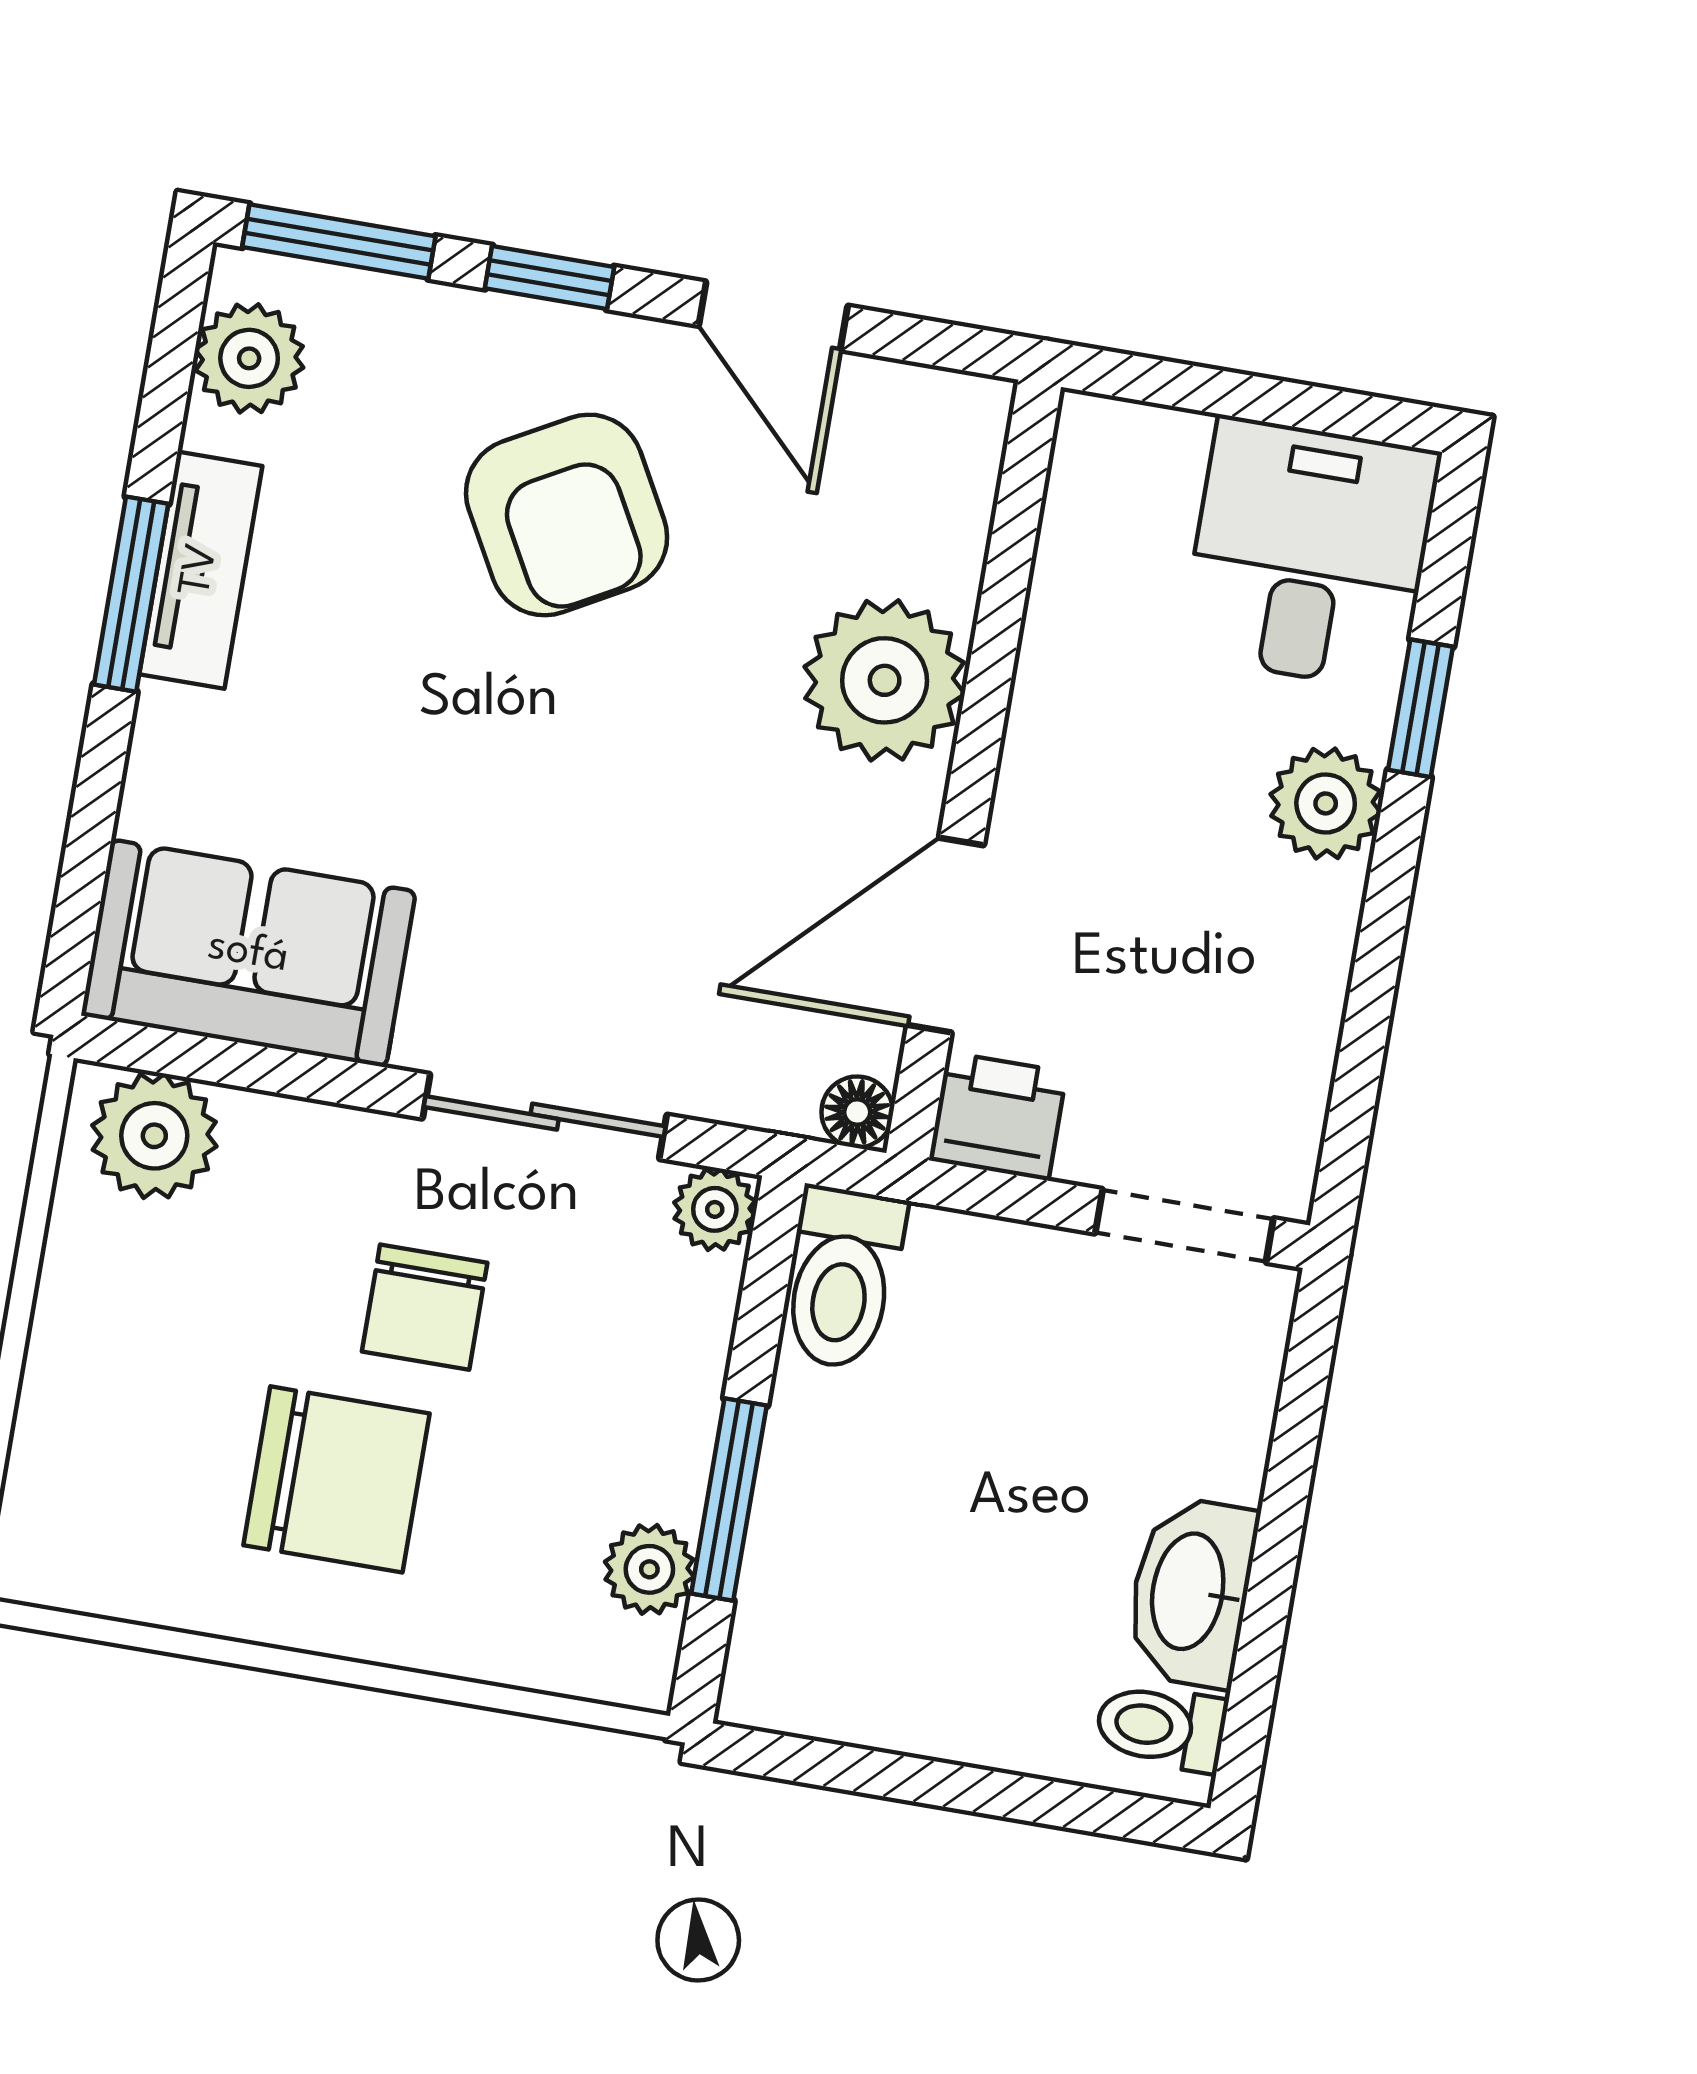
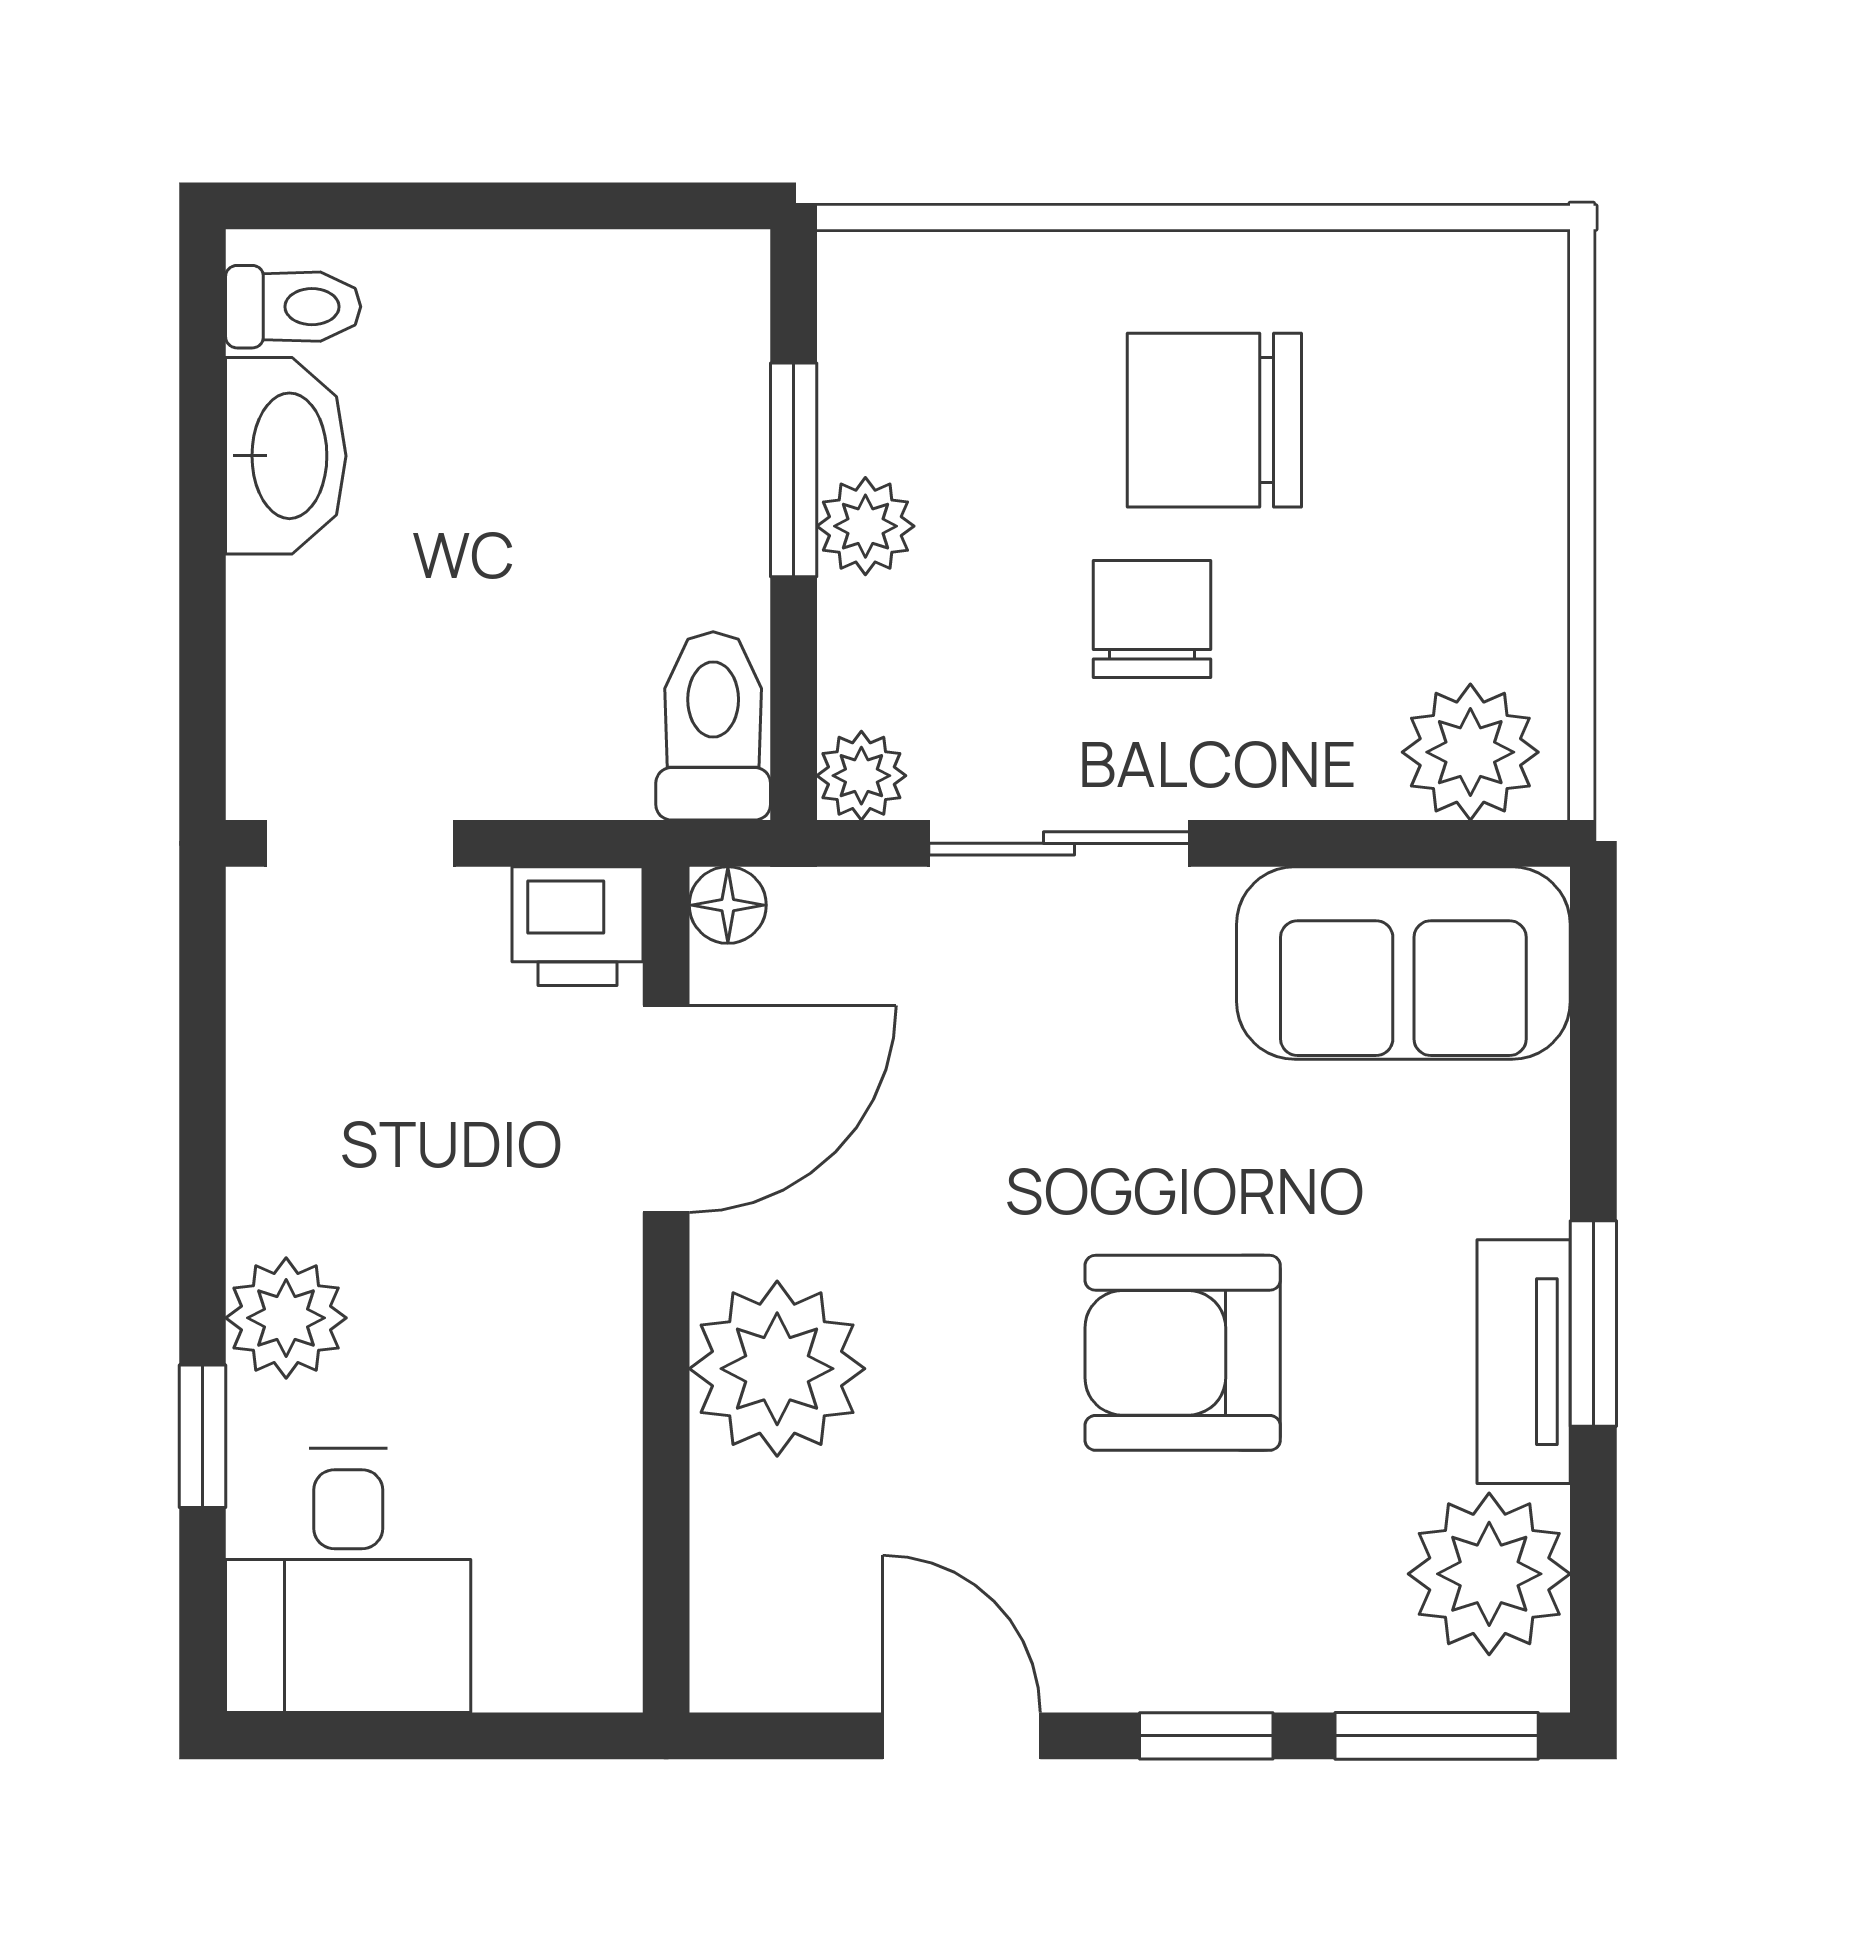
plant: (249, 358) -> (1489, 1574), width x1.36, depth x1.36
armchair: (567, 515) -> (1183, 1353), moved, turned -61
plant: (649, 1569) -> (865, 526), moved

